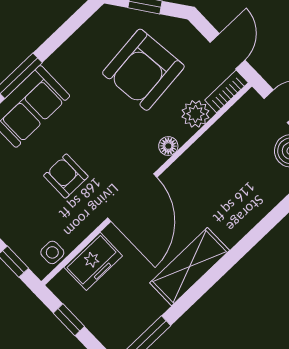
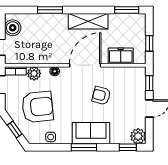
armchair: (66, 176) -> (101, 96), turned 105
window: (261, 229) -> (50, 10), added
side table: (52, 252) -> (51, 137), moved

